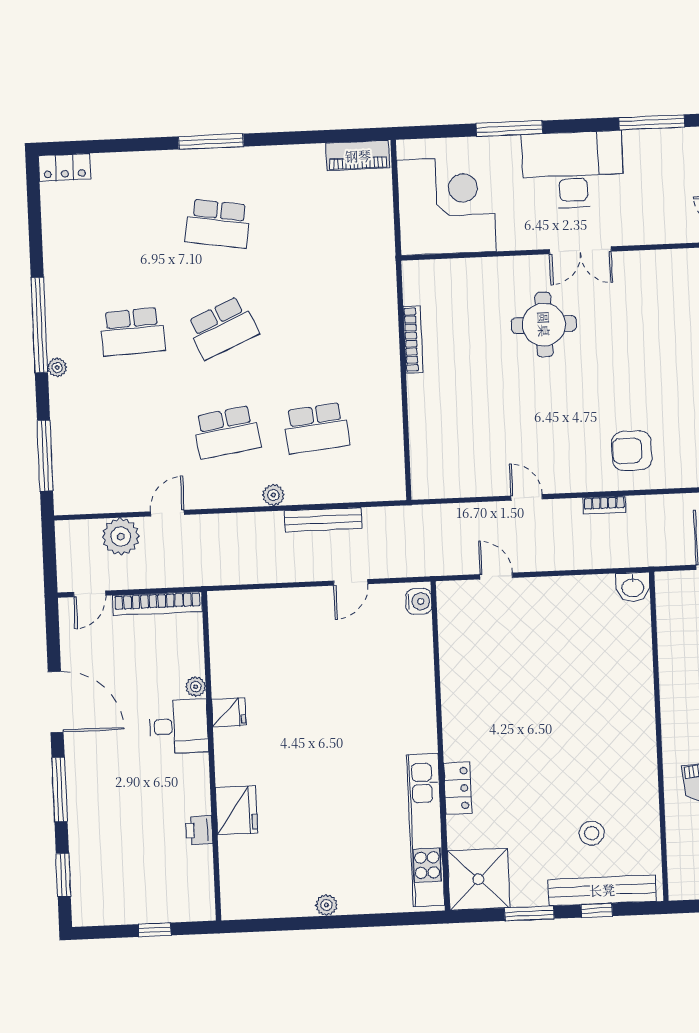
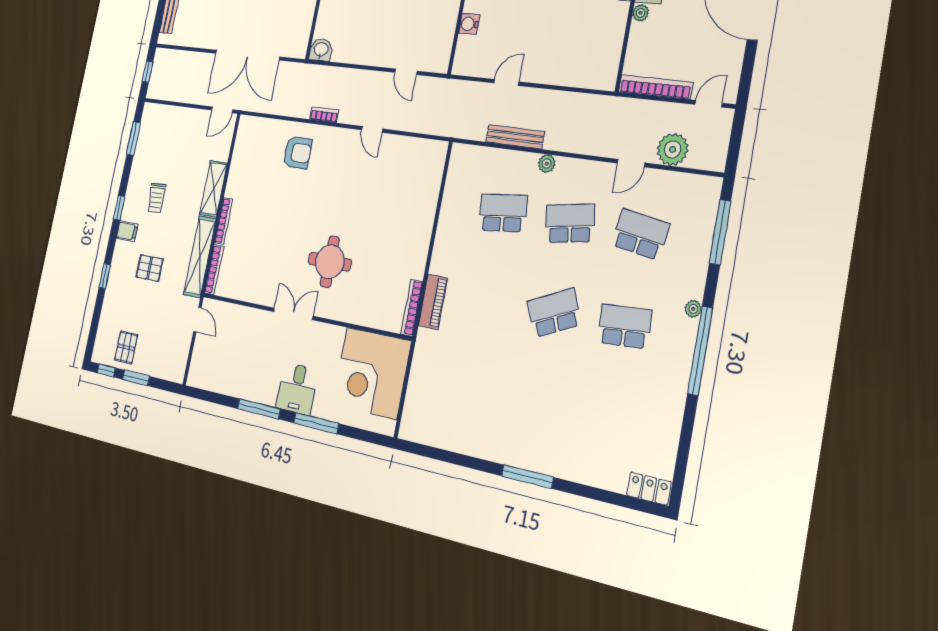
window: (652, 122) -> (259, 409), moved
piano: (358, 156) -> (433, 302), moved, turned 90
desk: (573, 170) -> (297, 389), width x0.53, depth x0.77
school desk: (218, 224) -> (640, 234), moved
bookcase: (413, 340) -> (412, 308), moved
water cooler: (419, 601) -> (469, 24), moved

